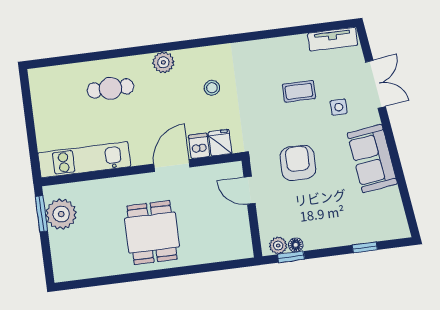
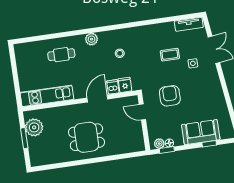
sofa: (372, 158) -> (201, 132), moved, turned 98
window: (41, 214) -> (24, 138), moved
dining table: (152, 233) -> (86, 137), turned 90

